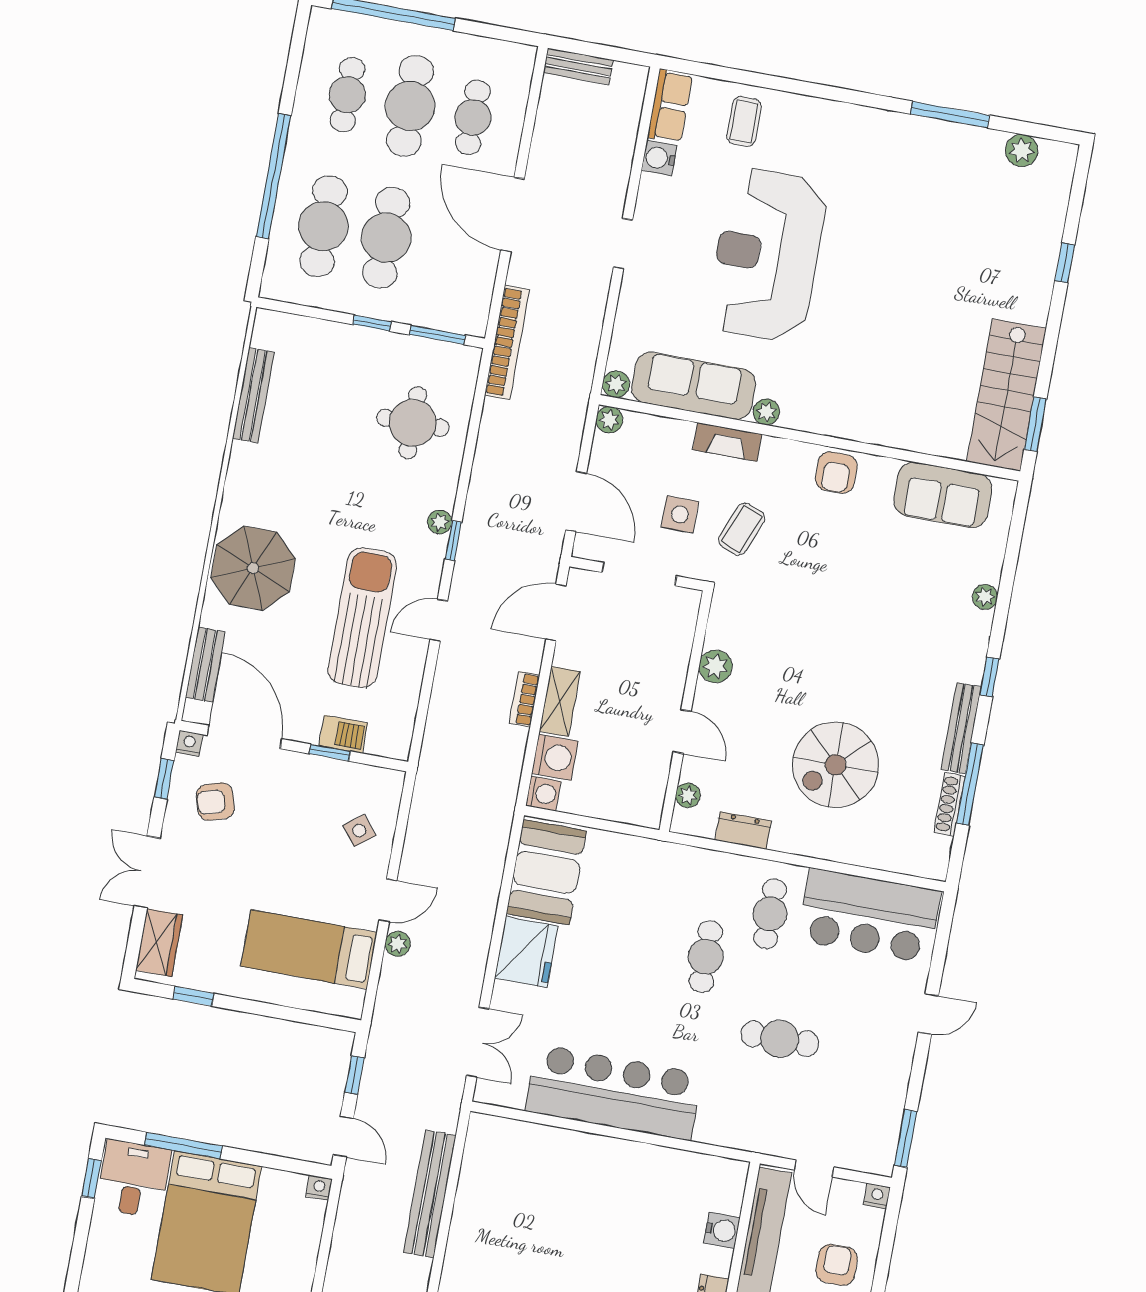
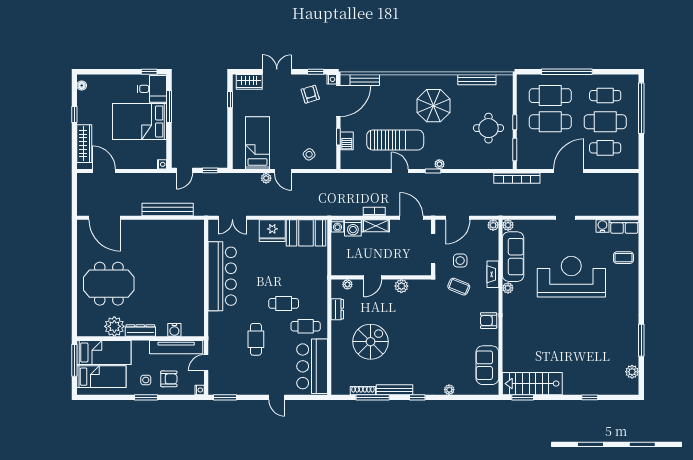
bench: (578, 66) -> (633, 187), removed
round table: (413, 423) -> (488, 128), moved
parasol: (253, 568) -> (434, 106), moved
spiral stairs: (836, 765) -> (371, 342), turned 90

